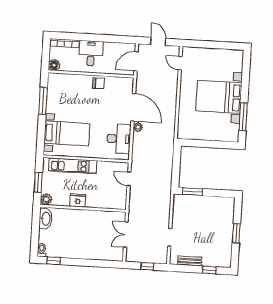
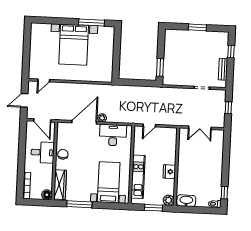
desk: (91, 53) -> (43, 152), moved, turned 180
wardrobe: (65, 80) -> (60, 185), added

